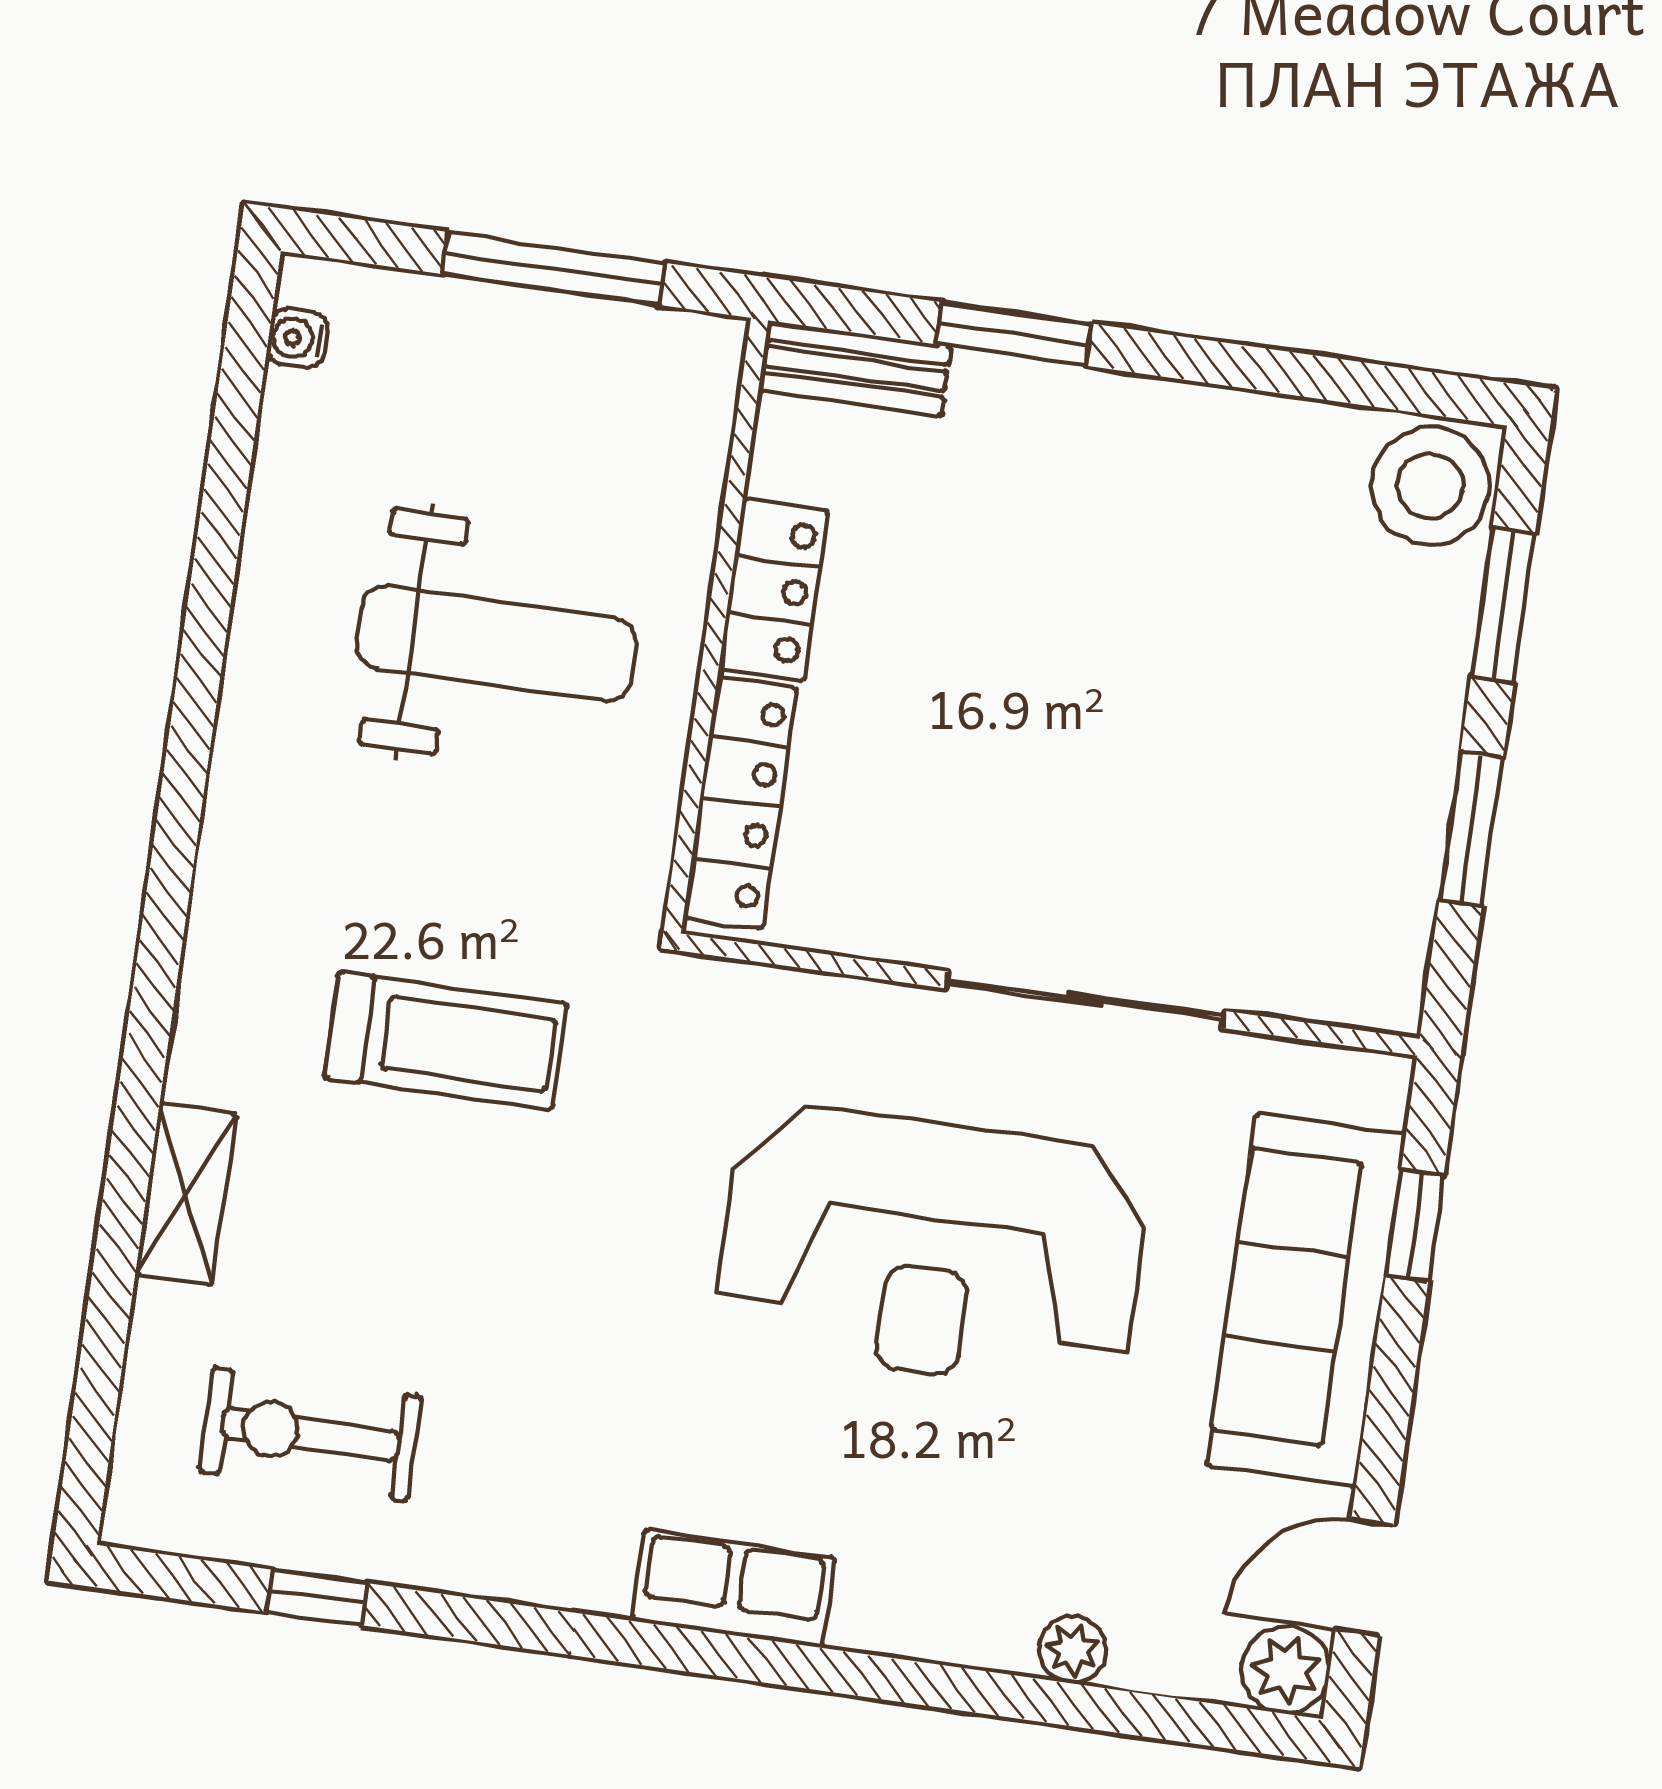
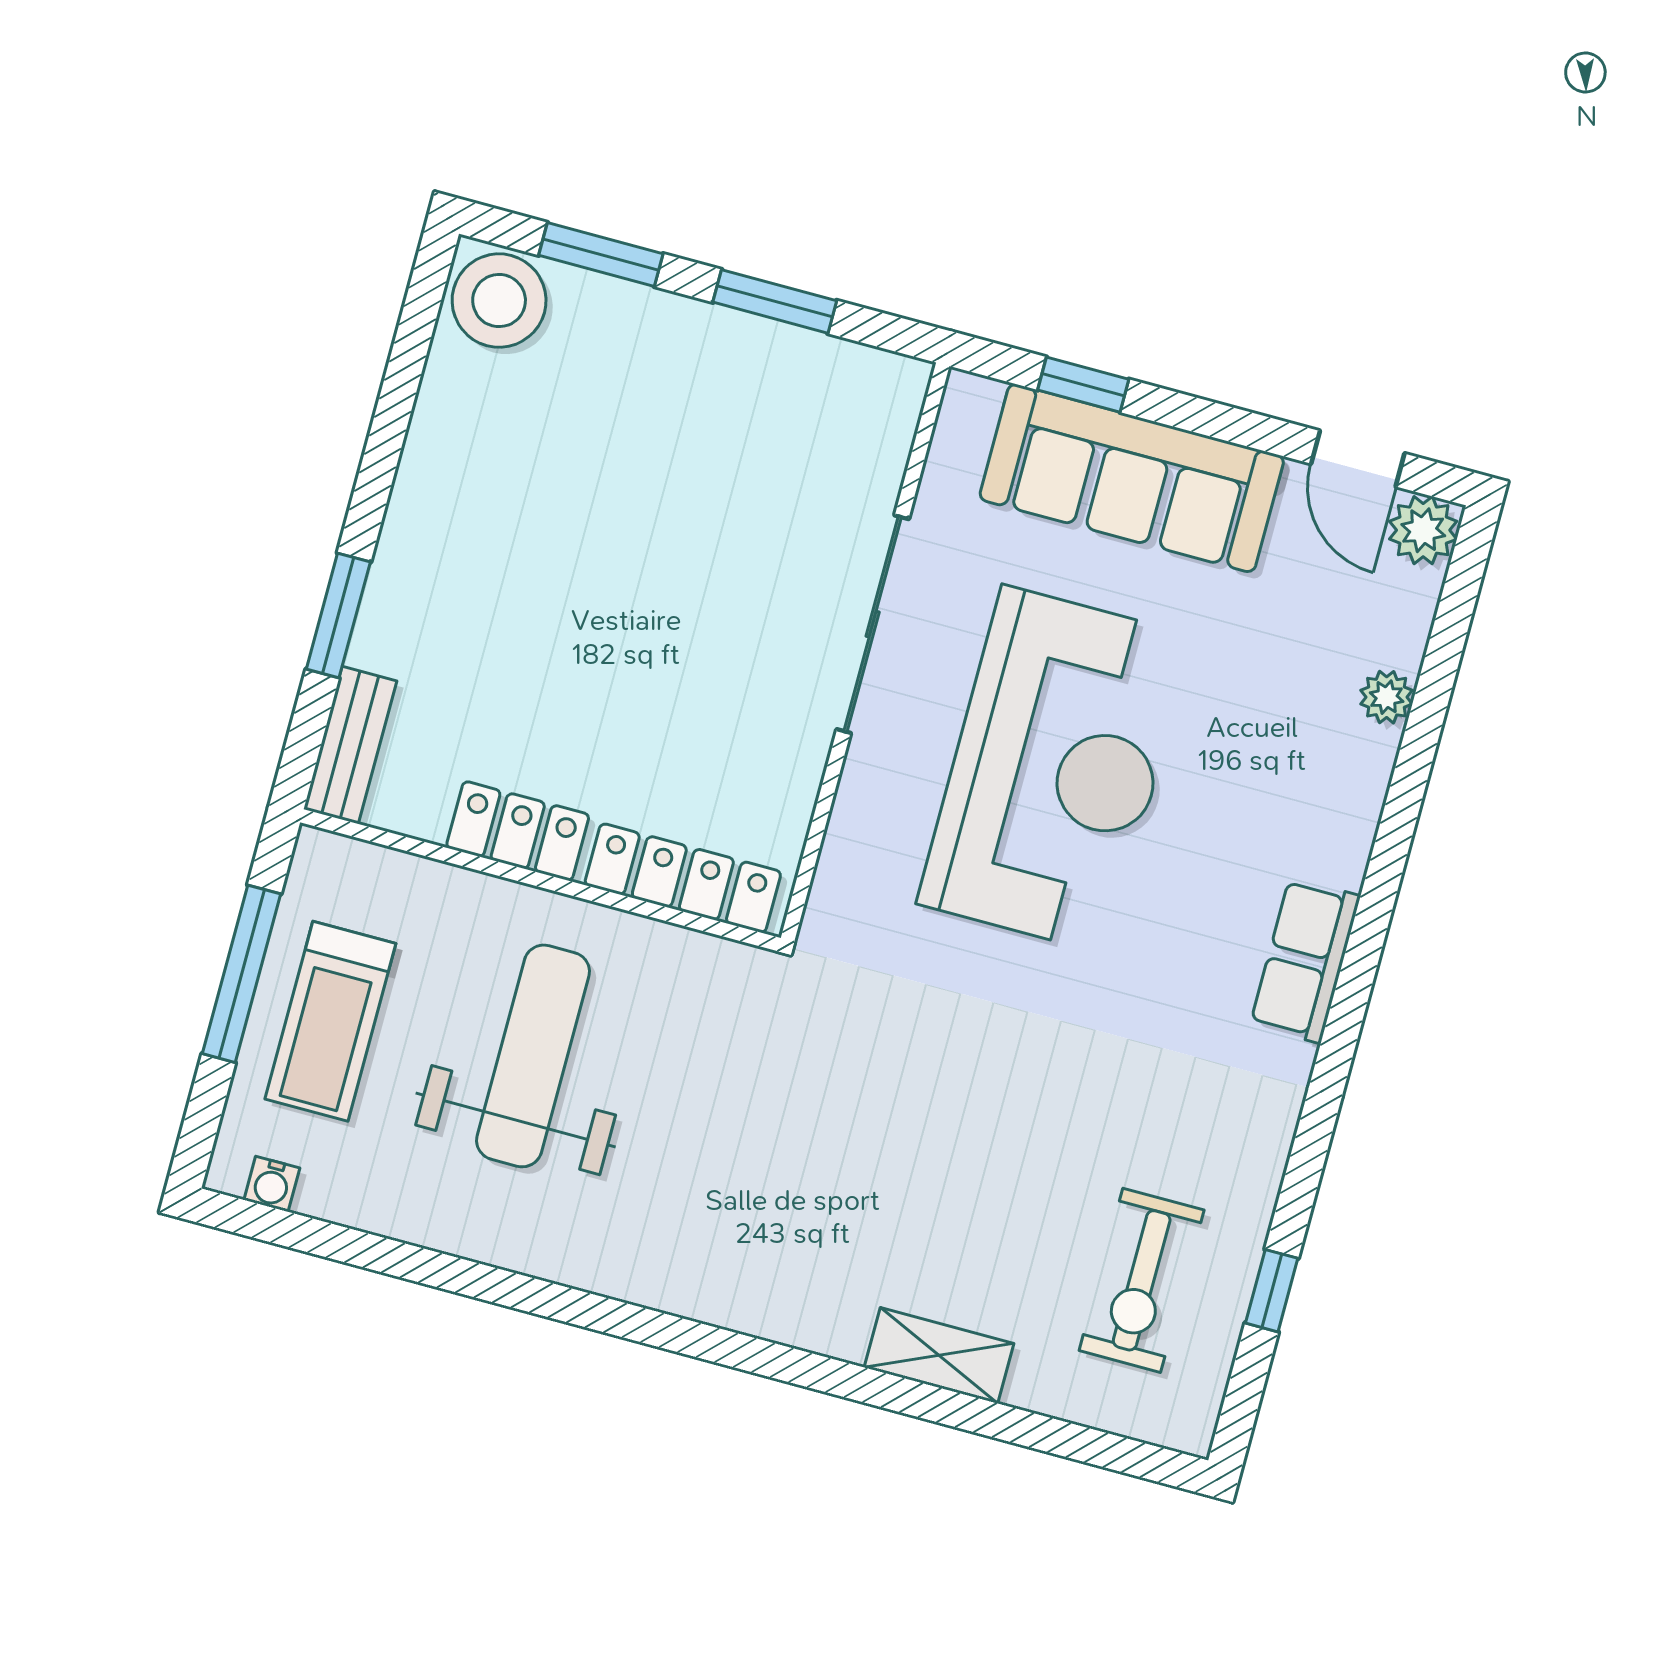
treadmill: (446, 1040) -> (330, 1021), moved, turned 180

